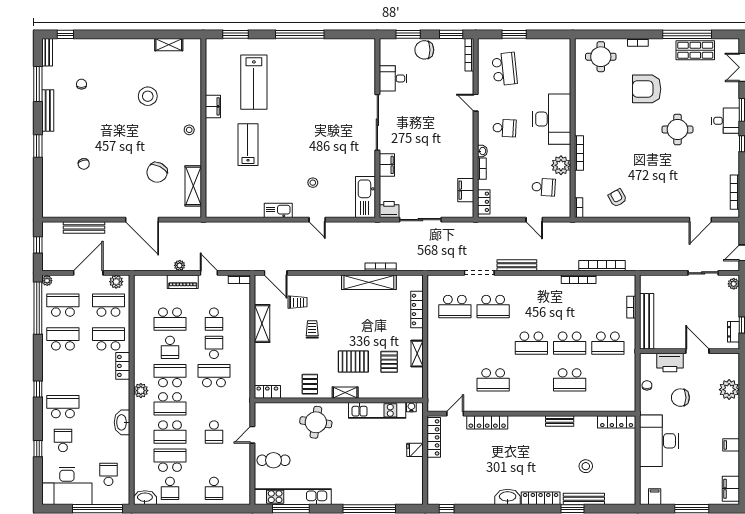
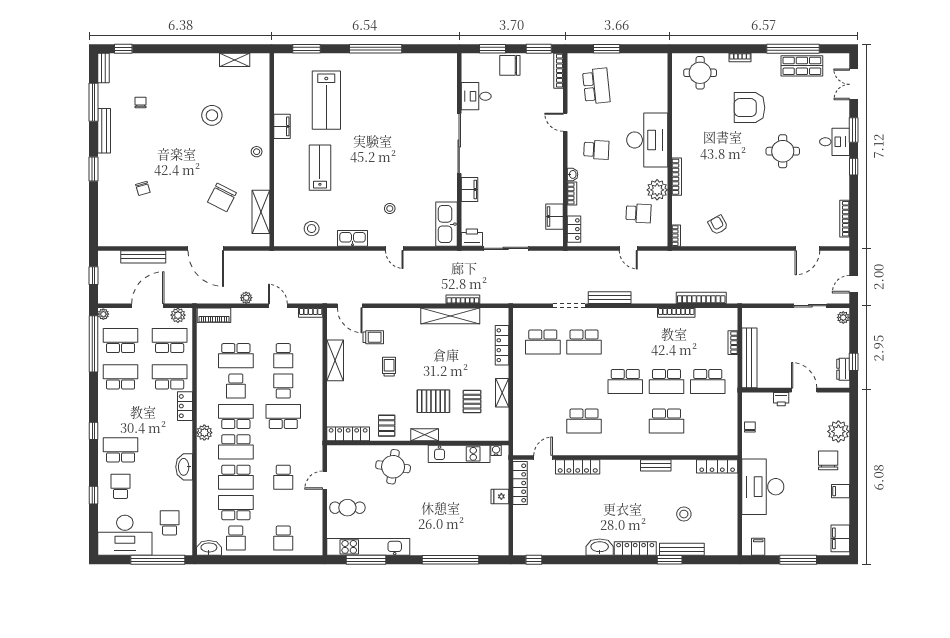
stool: (240, 201) -> (312, 229), added
piano: (183, 282) -> (214, 315), moved
printer: (670, 363) -> (781, 399), width x0.53, depth x0.68
locker: (267, 392) -> (348, 434), width x1.53
chair: (680, 398) -> (828, 460), moved, turned 90

